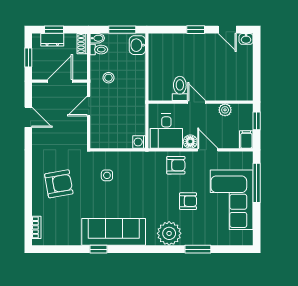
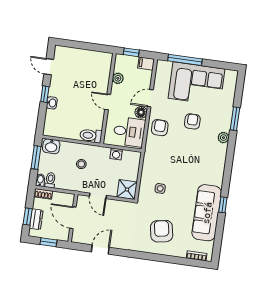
door: (227, 30) -> (49, 67), swing flipped
washbasin: (246, 39) -> (52, 103), moved
stool: (108, 78) -> (81, 164), moved
toilet: (180, 88) -> (91, 136), moved
door: (197, 102) -> (108, 102), hinge flipped
shower: (101, 138) -> (127, 189), added
washing machine: (139, 142) -> (116, 154), moved
sofa: (114, 232) -> (207, 213), moved
plant: (169, 233) -> (223, 138), width x0.53, depth x0.53

